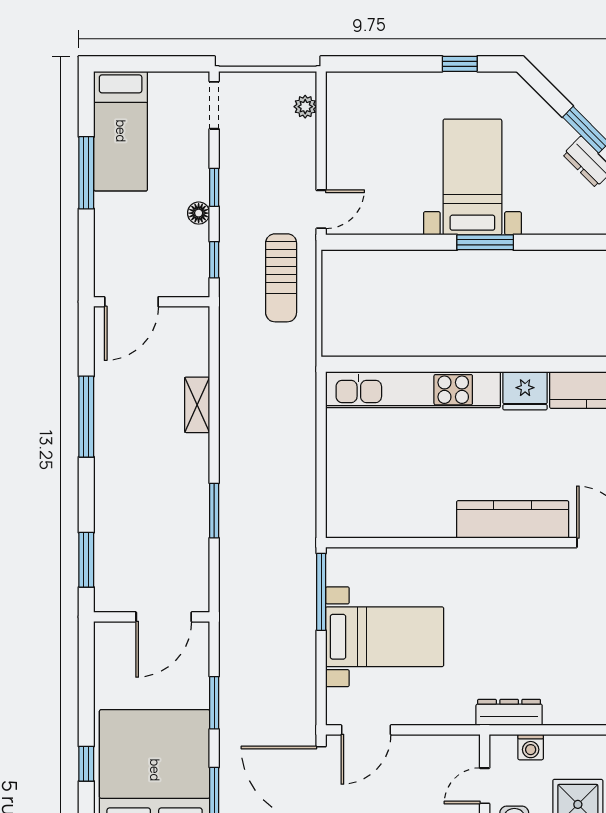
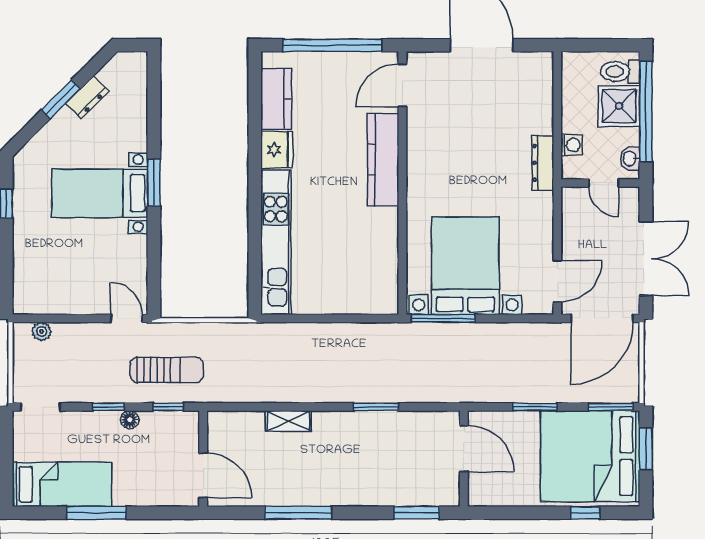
sun lounger: (281, 278) -> (167, 370), moved
bed with nightstands: (385, 637) -> (465, 266), width x1.36
door: (366, 730) -> (557, 281), hinge flipped

